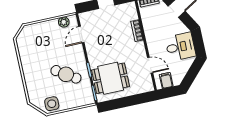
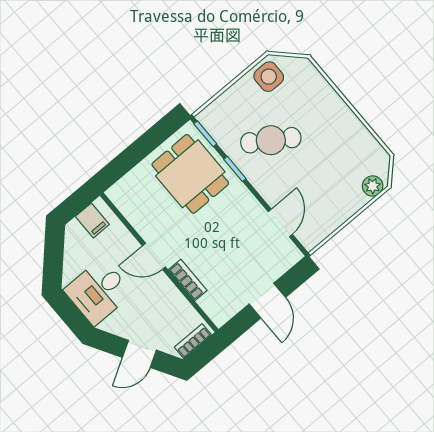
plant: (64, 22) -> (373, 186), moved
door: (150, 65) -> (154, 256), moved
dining table: (111, 78) -> (190, 174), turned 90

